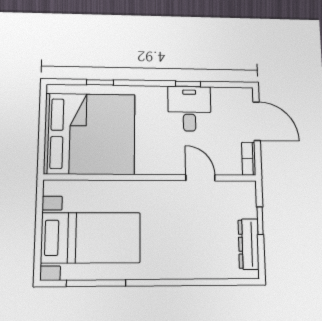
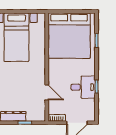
door: (200, 178) -> (47, 92), hinge flipped

